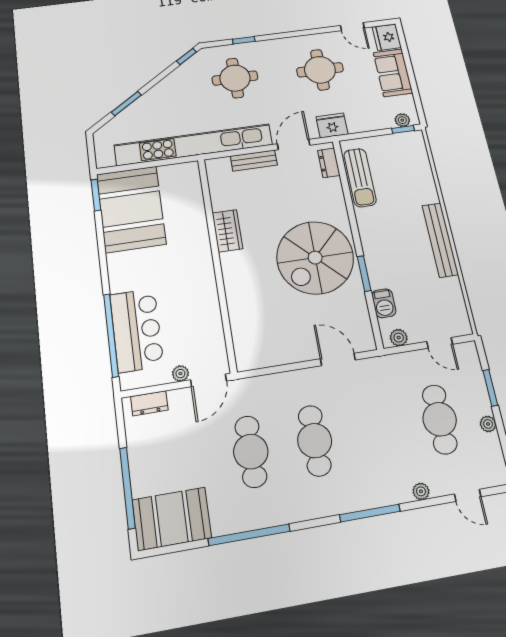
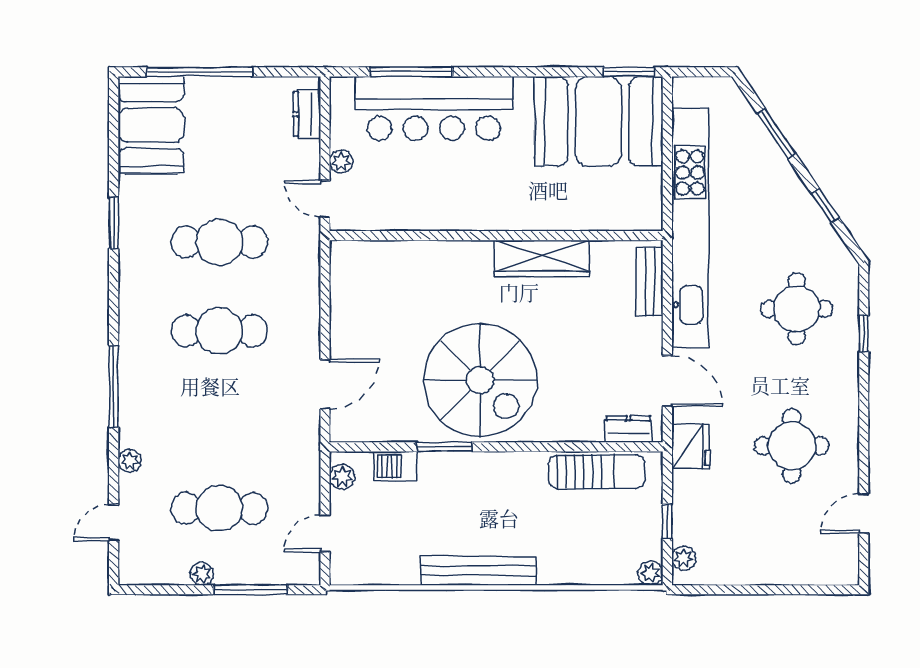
fridge: (387, 37) -> (836, 566), removed
window: (186, 57) -> (825, 206), moved
sofa: (393, 73) -> (769, 561), removed
window: (403, 129) -> (667, 521), moved
plant: (416, 137) -> (651, 573), added
bench: (254, 161) -> (650, 282), moved
sun lounger: (360, 178) -> (597, 472), turned 180
wardrobe: (227, 231) -> (542, 258), width x1.50
spiral stairs: (315, 258) -> (480, 380), turned 180
bar counter: (137, 330) -> (434, 108), width x1.36
window: (111, 335) -> (411, 72), width x0.68
door: (209, 380) -> (325, 199), width x0.73
window: (490, 388) -> (250, 590), width x1.44
window: (249, 535) -> (114, 223), width x0.47

